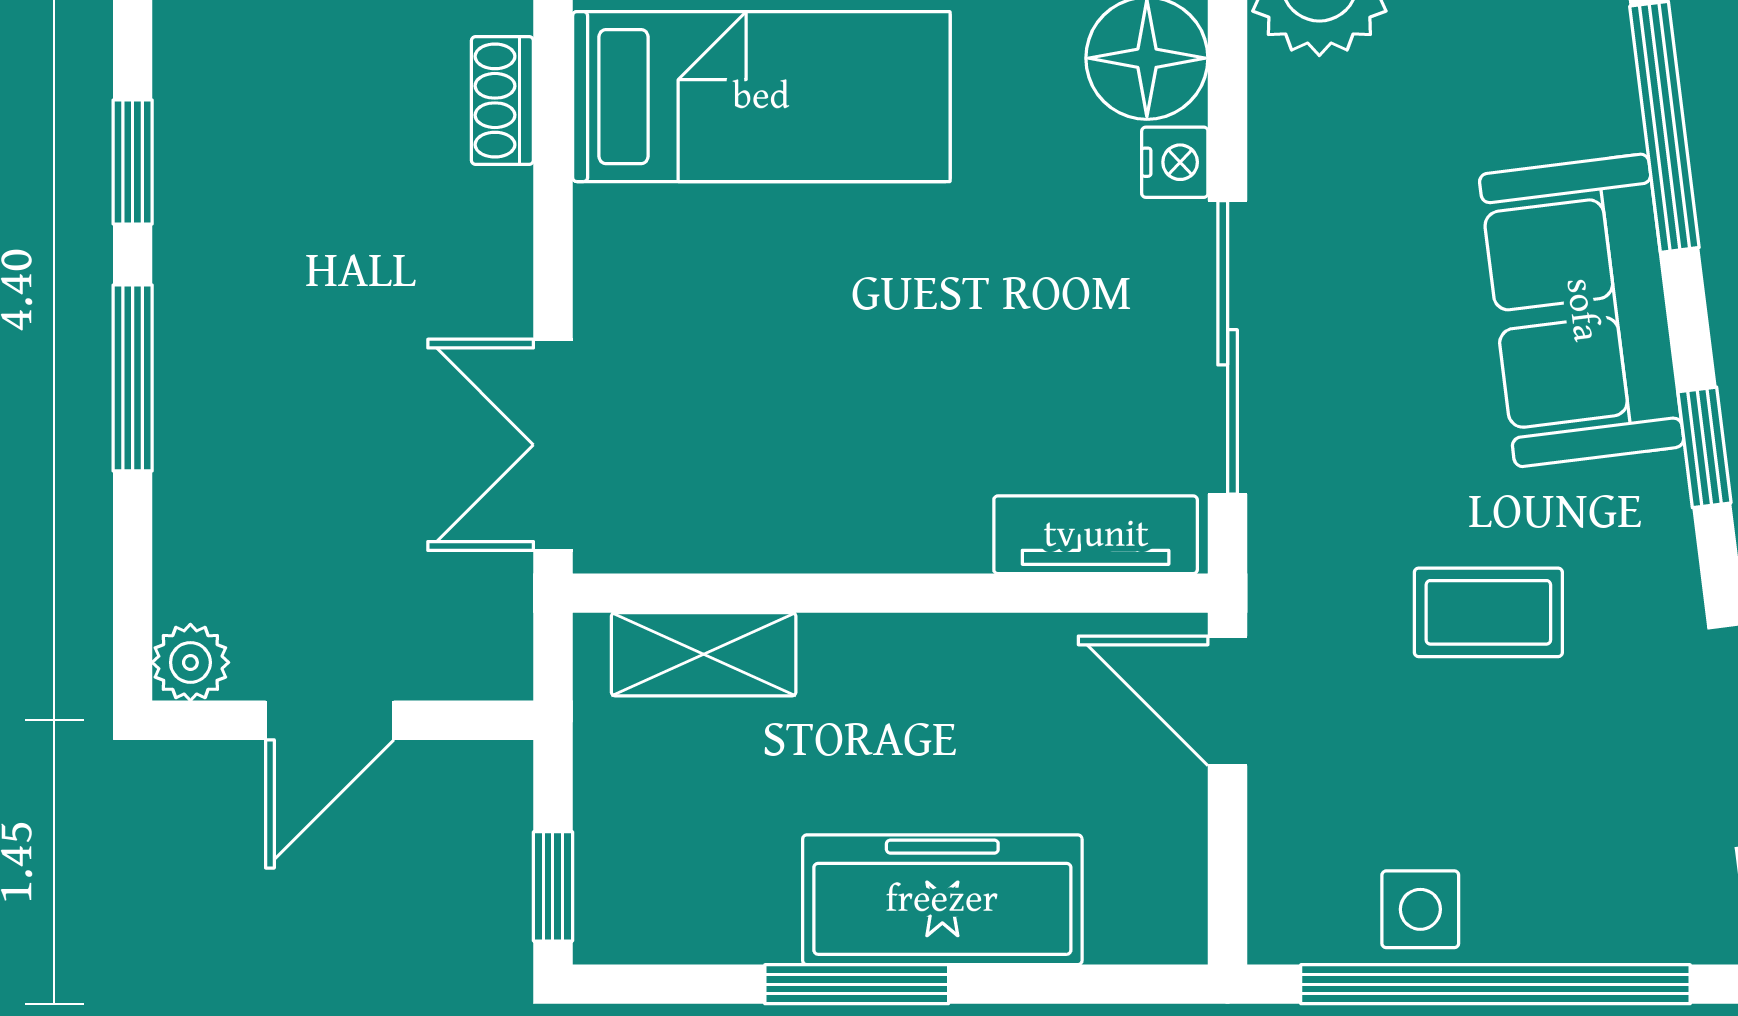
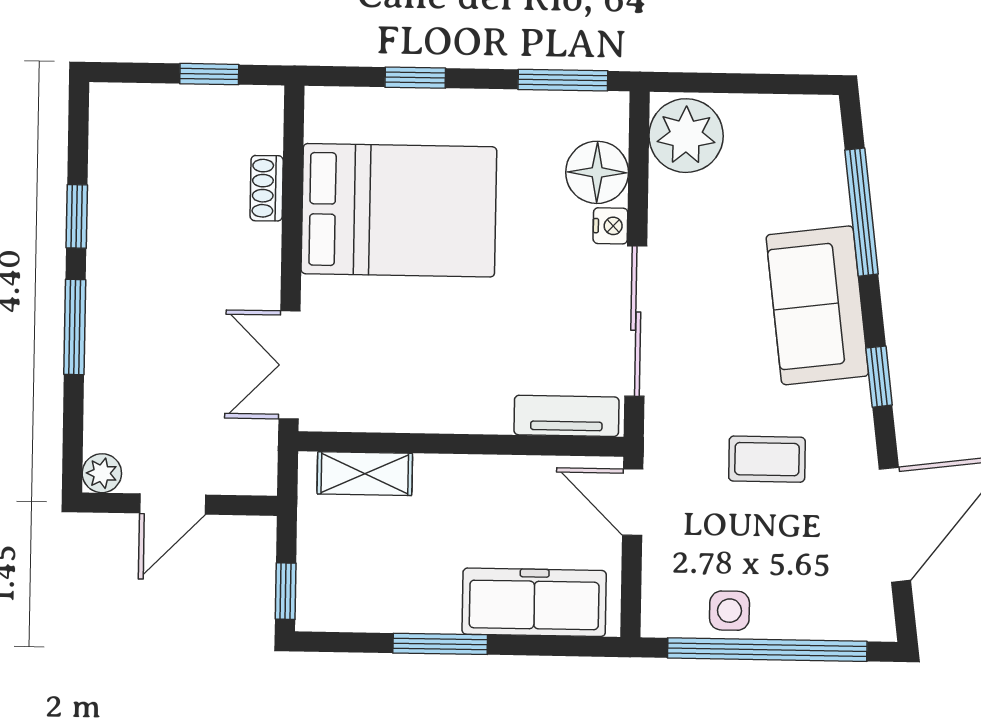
bed: (761, 97) -> (399, 210), width x1.50
freezer: (942, 900) -> (534, 602), moved

